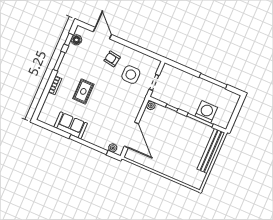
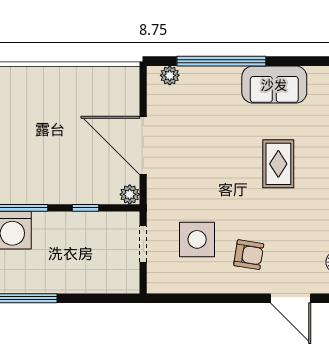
door: (131, 135) -> (143, 145), moved

